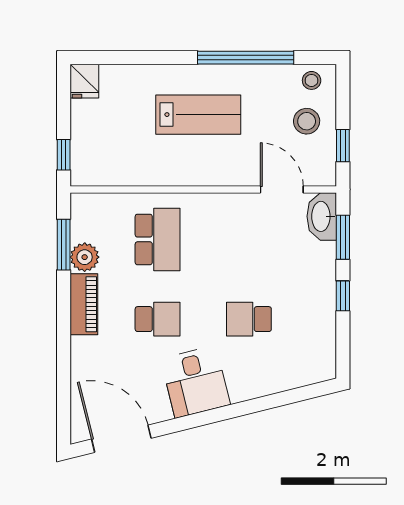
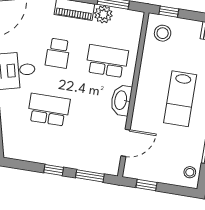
stool: (307, 121) -> (163, 33), moved
washbasin: (322, 216) -> (121, 100), moved, turned -90
school desk: (158, 239) -> (107, 61), turned 180
school desk: (249, 319) -> (49, 110), width x1.85

